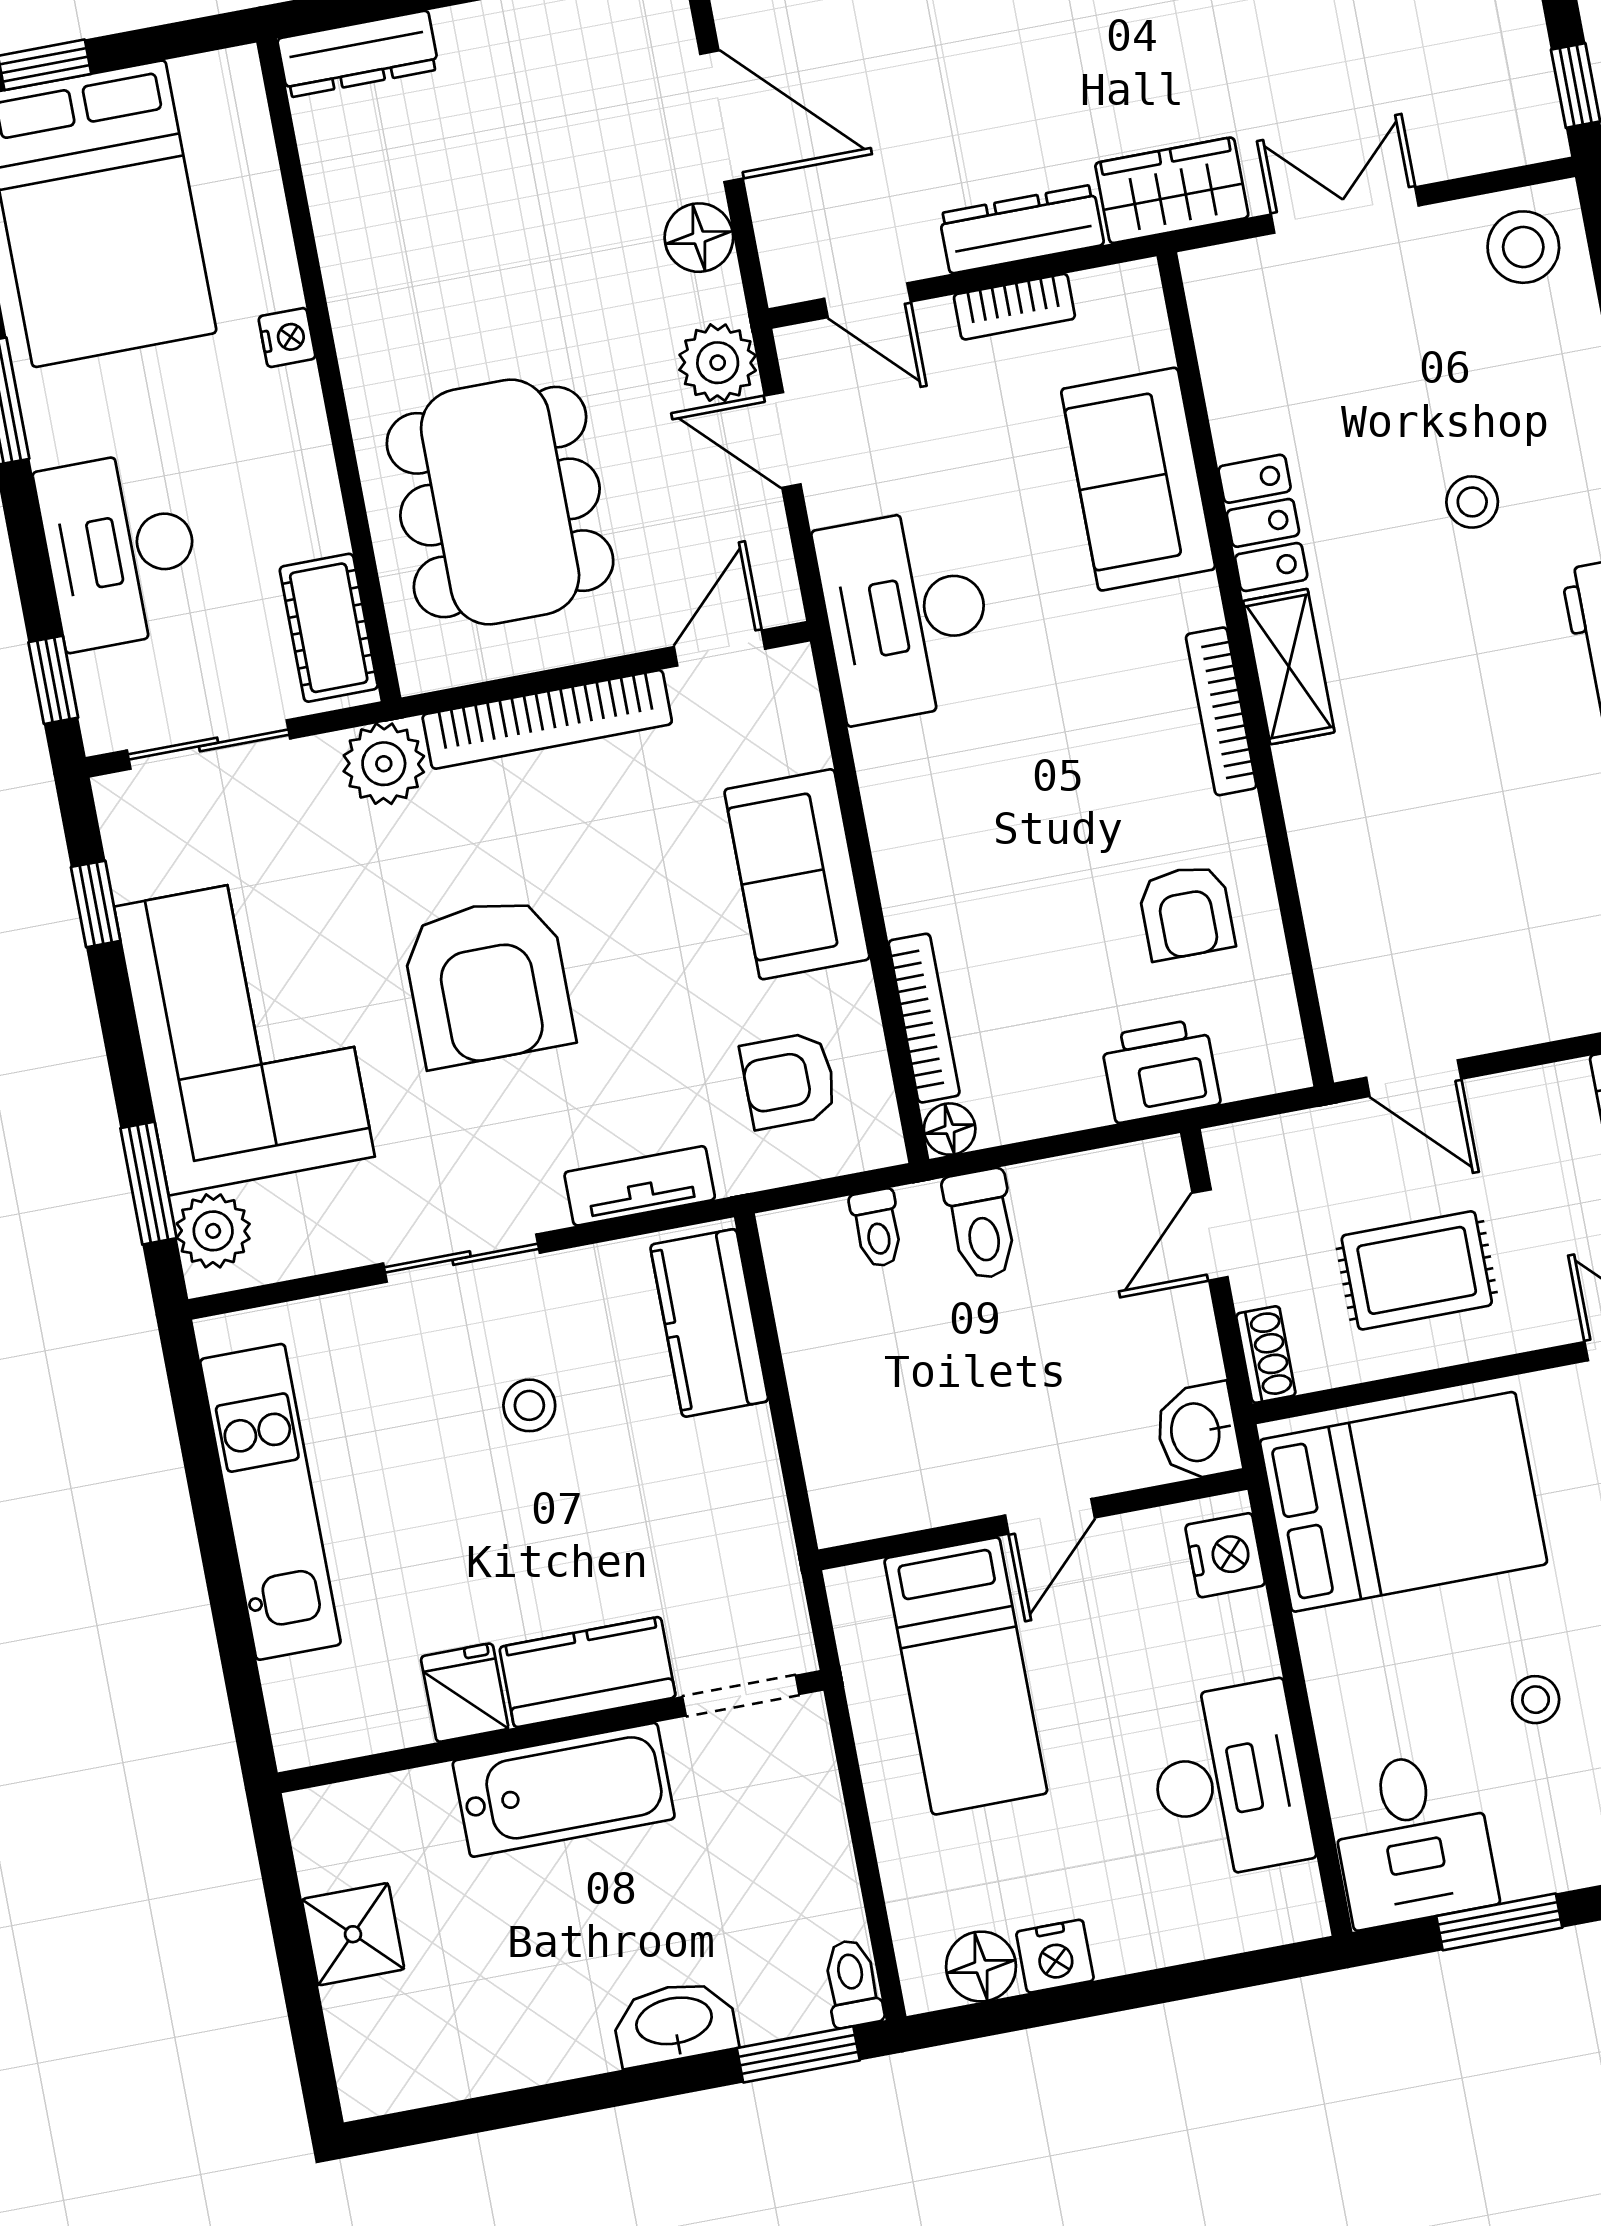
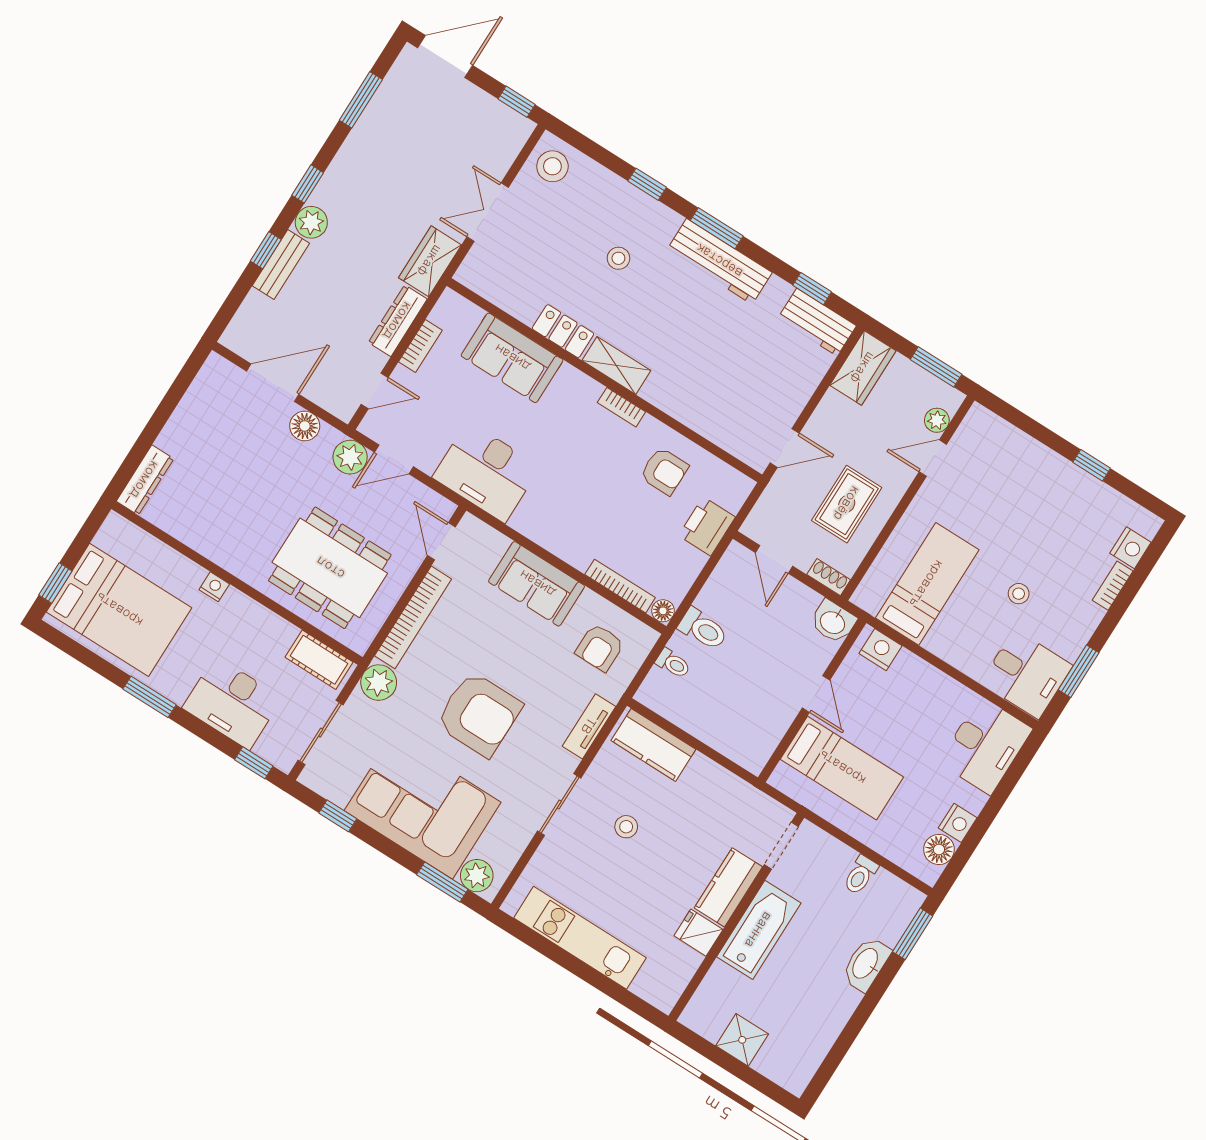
bookcase: (1221, 711) -> (621, 407), width x0.64
bed: (1404, 1502) -> (927, 584), width x0.67
desk: (1229, 1781) -> (985, 746), moved, turned 90
toilet: (852, 1983) -> (860, 875), moved, turned -90

